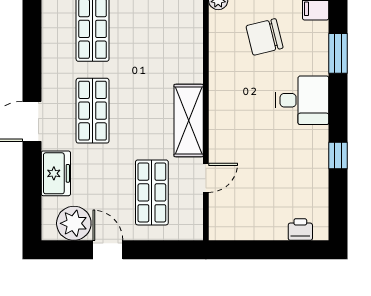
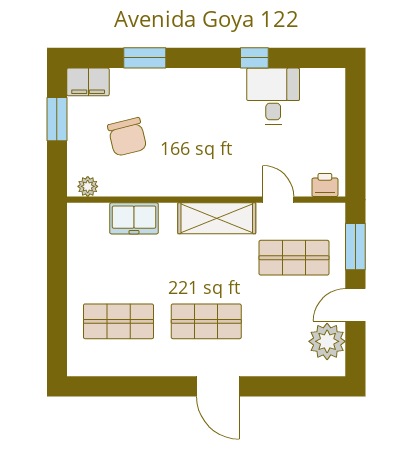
desk: (302, 100) -> (273, 96), moved
freezer: (56, 173) -> (134, 218), moved, turned 180
printer: (300, 230) -> (325, 185), moved, turned 90
window: (162, 250) -> (355, 247), added

